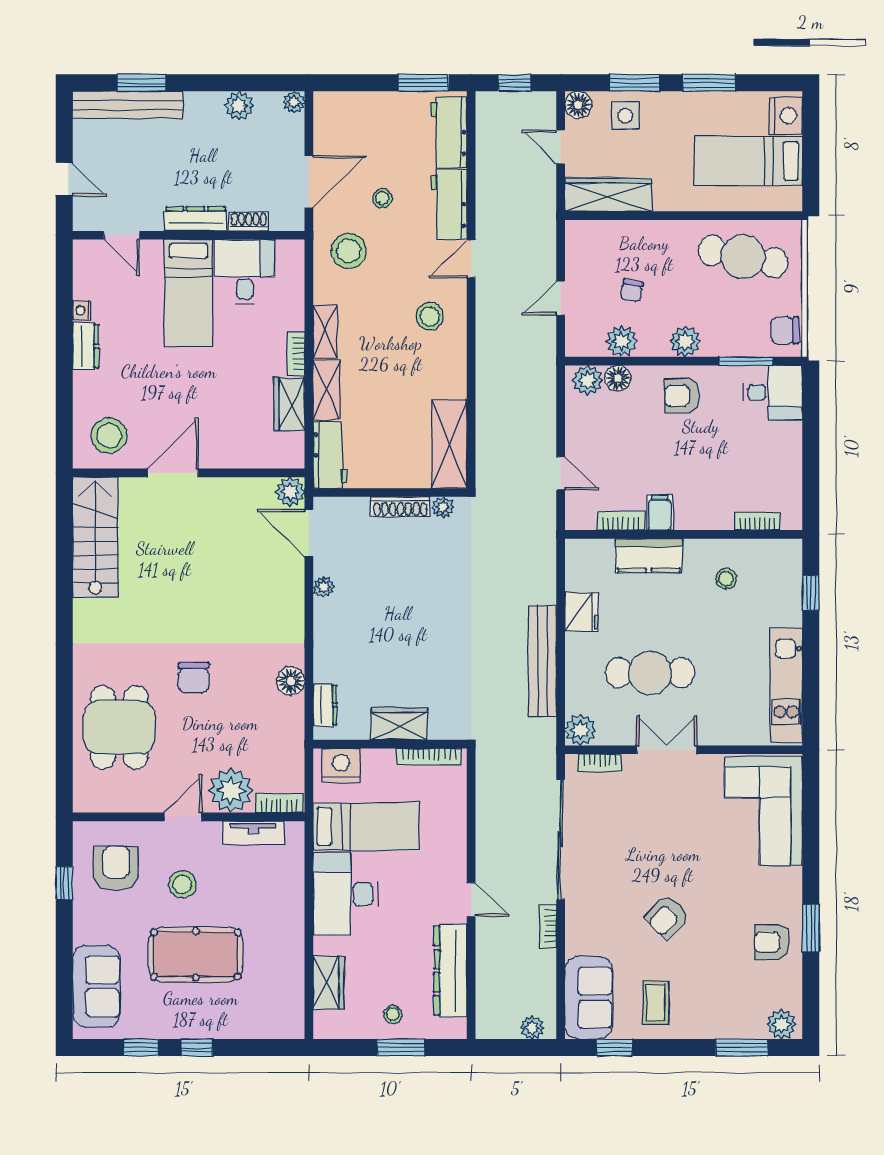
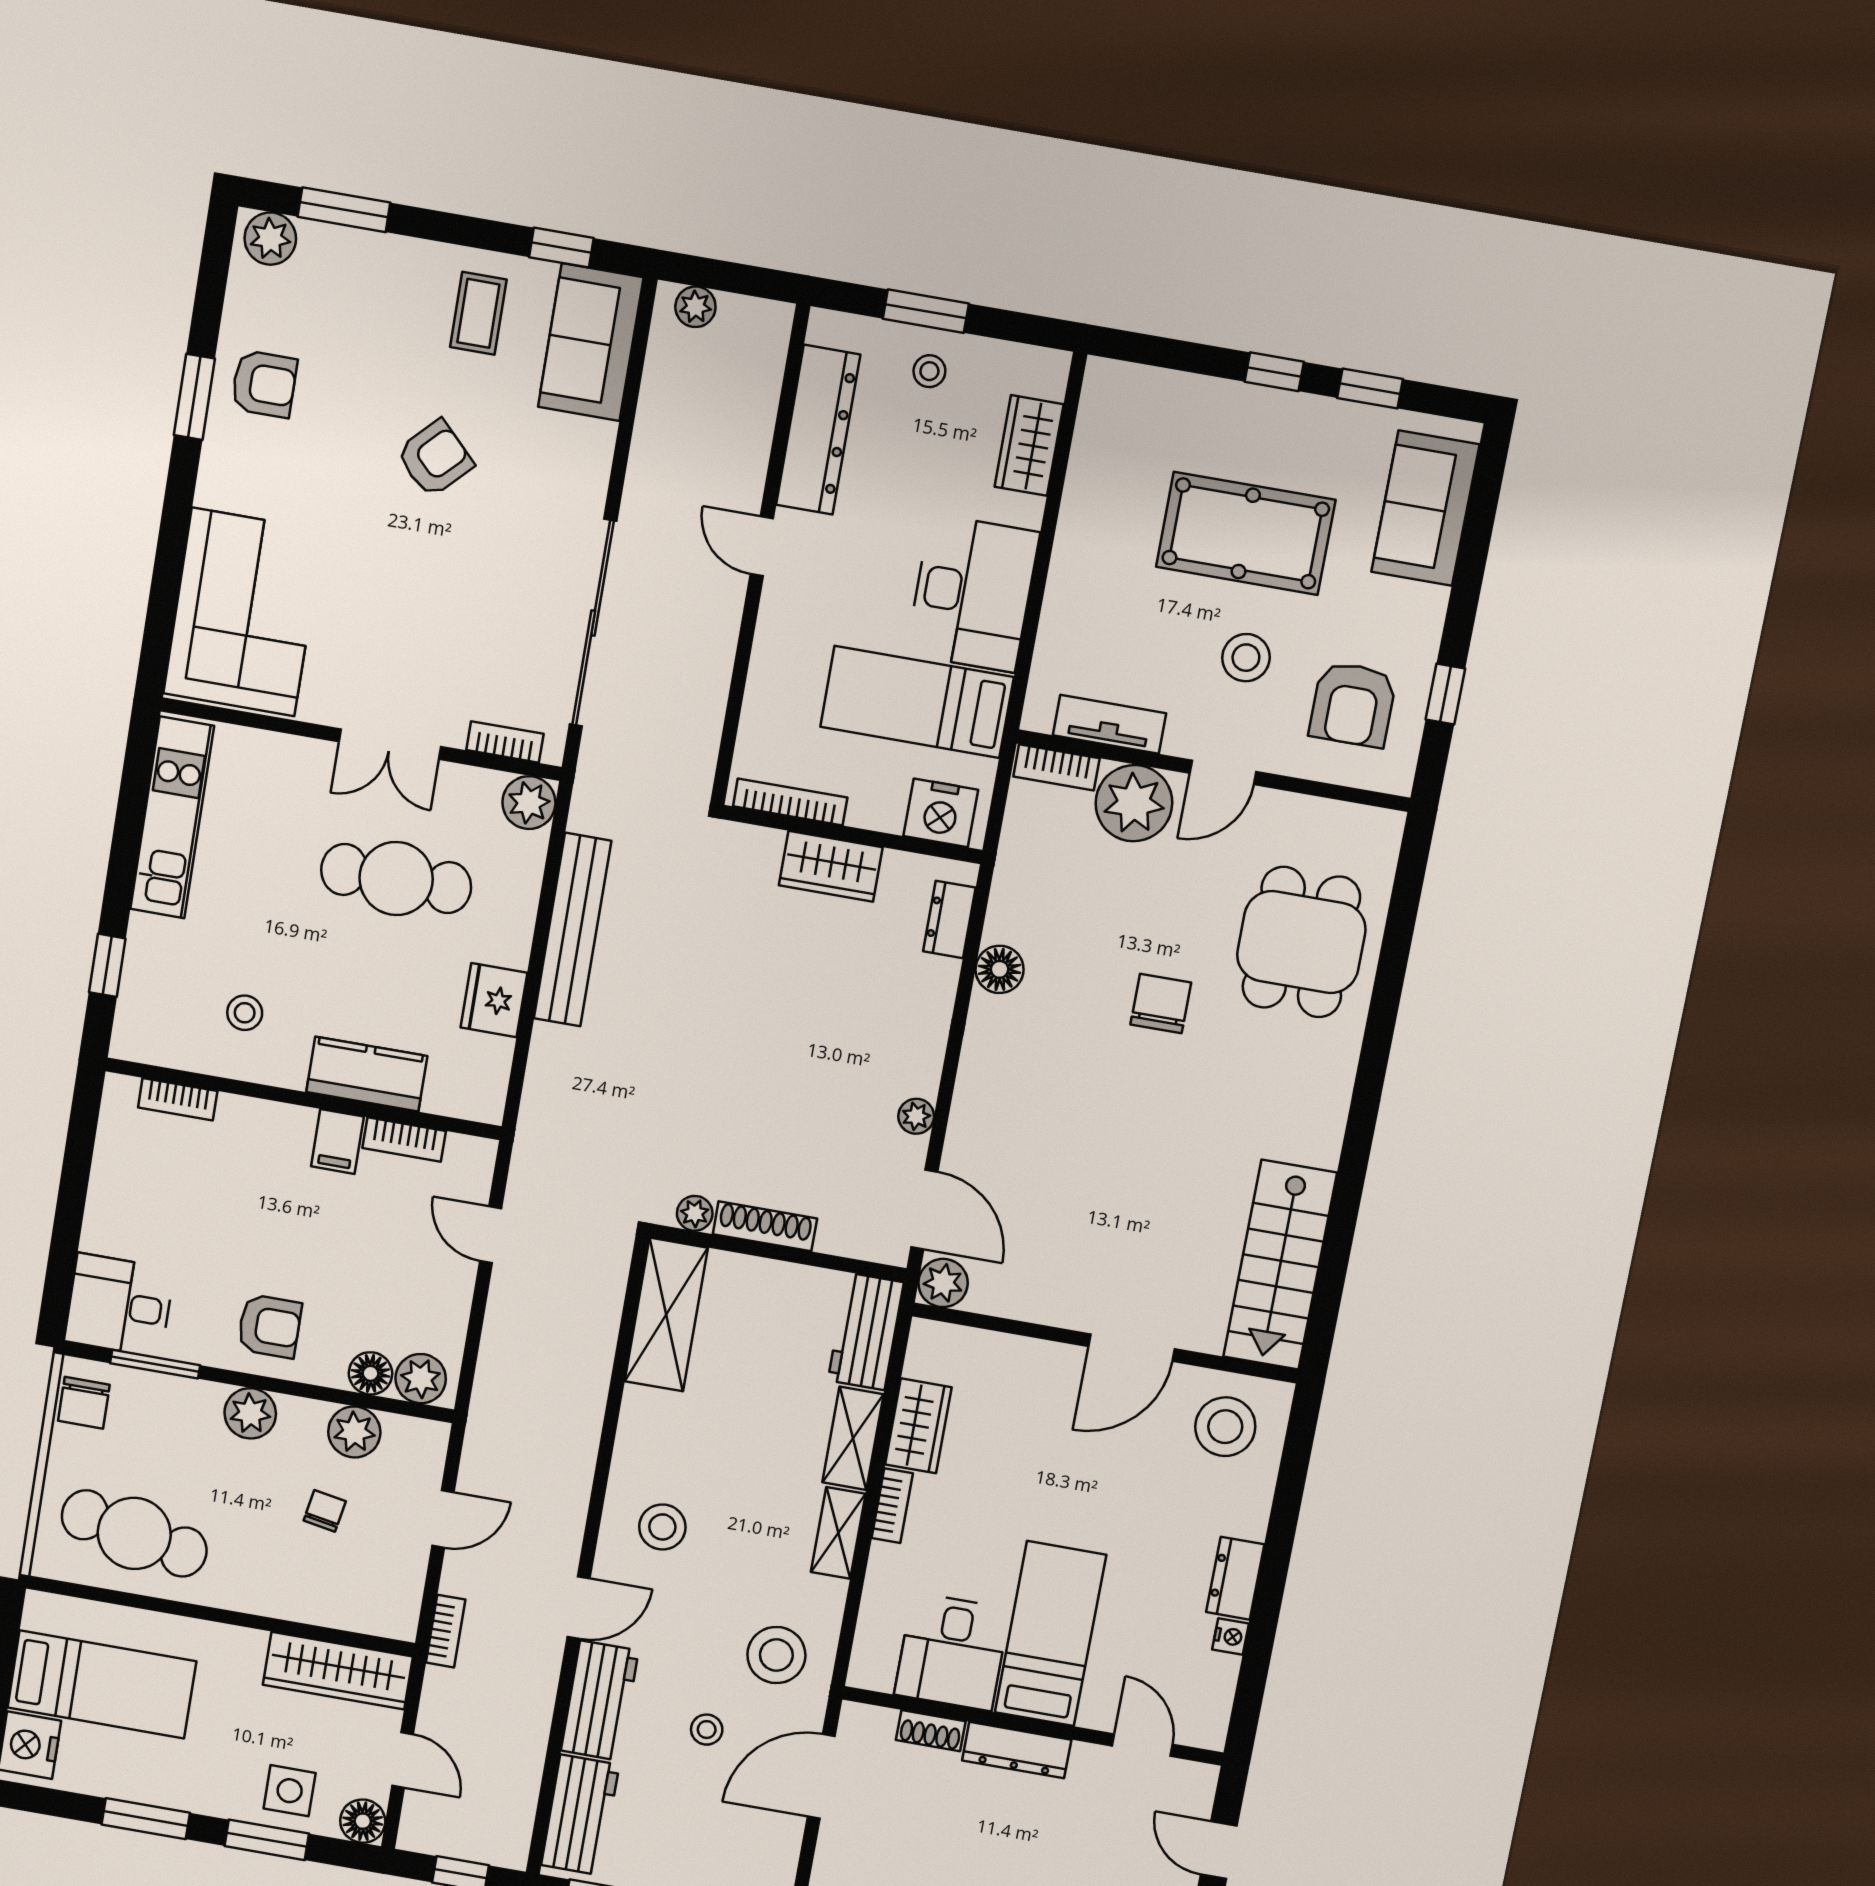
chair: (785, 330) -> (84, 1403), turned 90
bookcase: (548, 926) -> (446, 1631), moved

